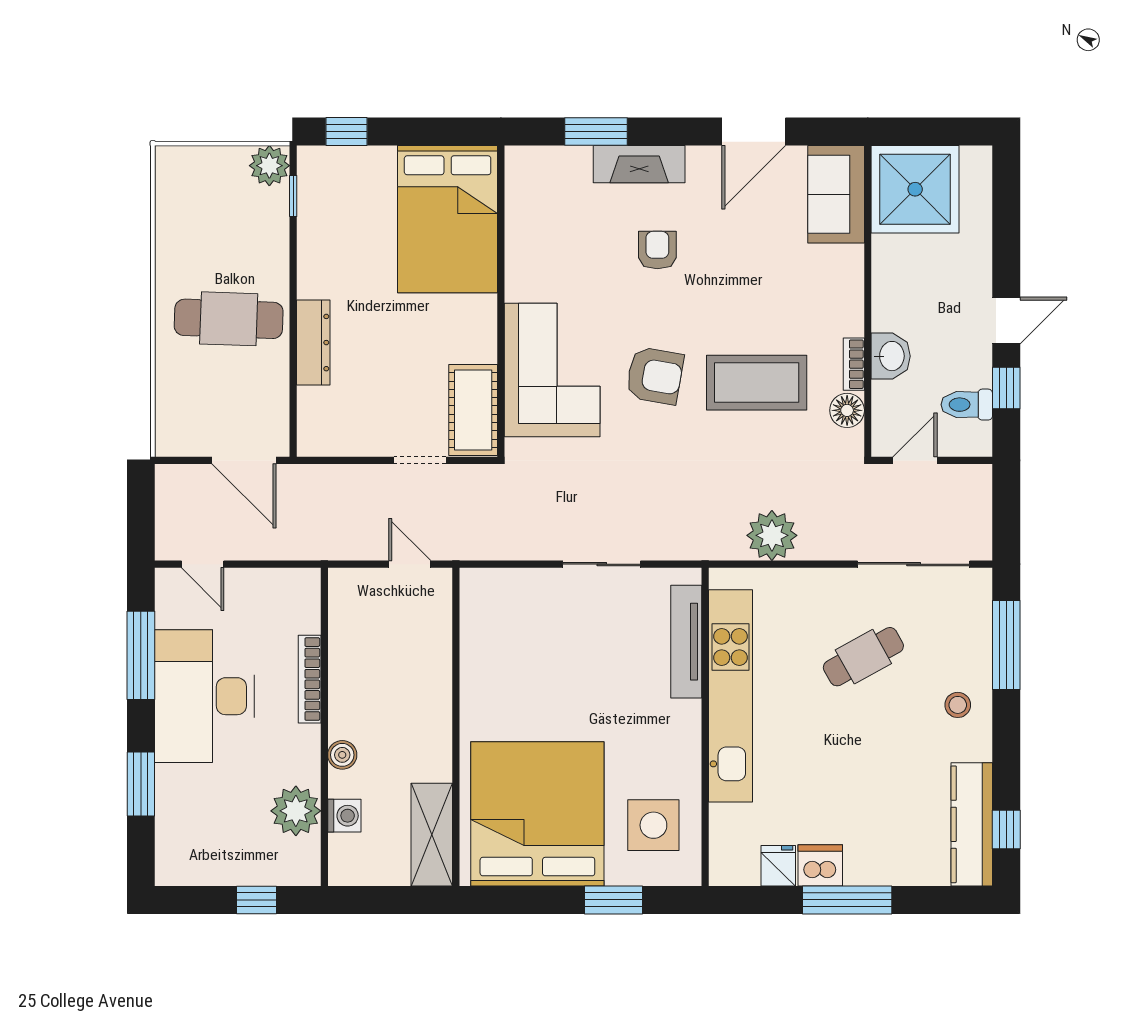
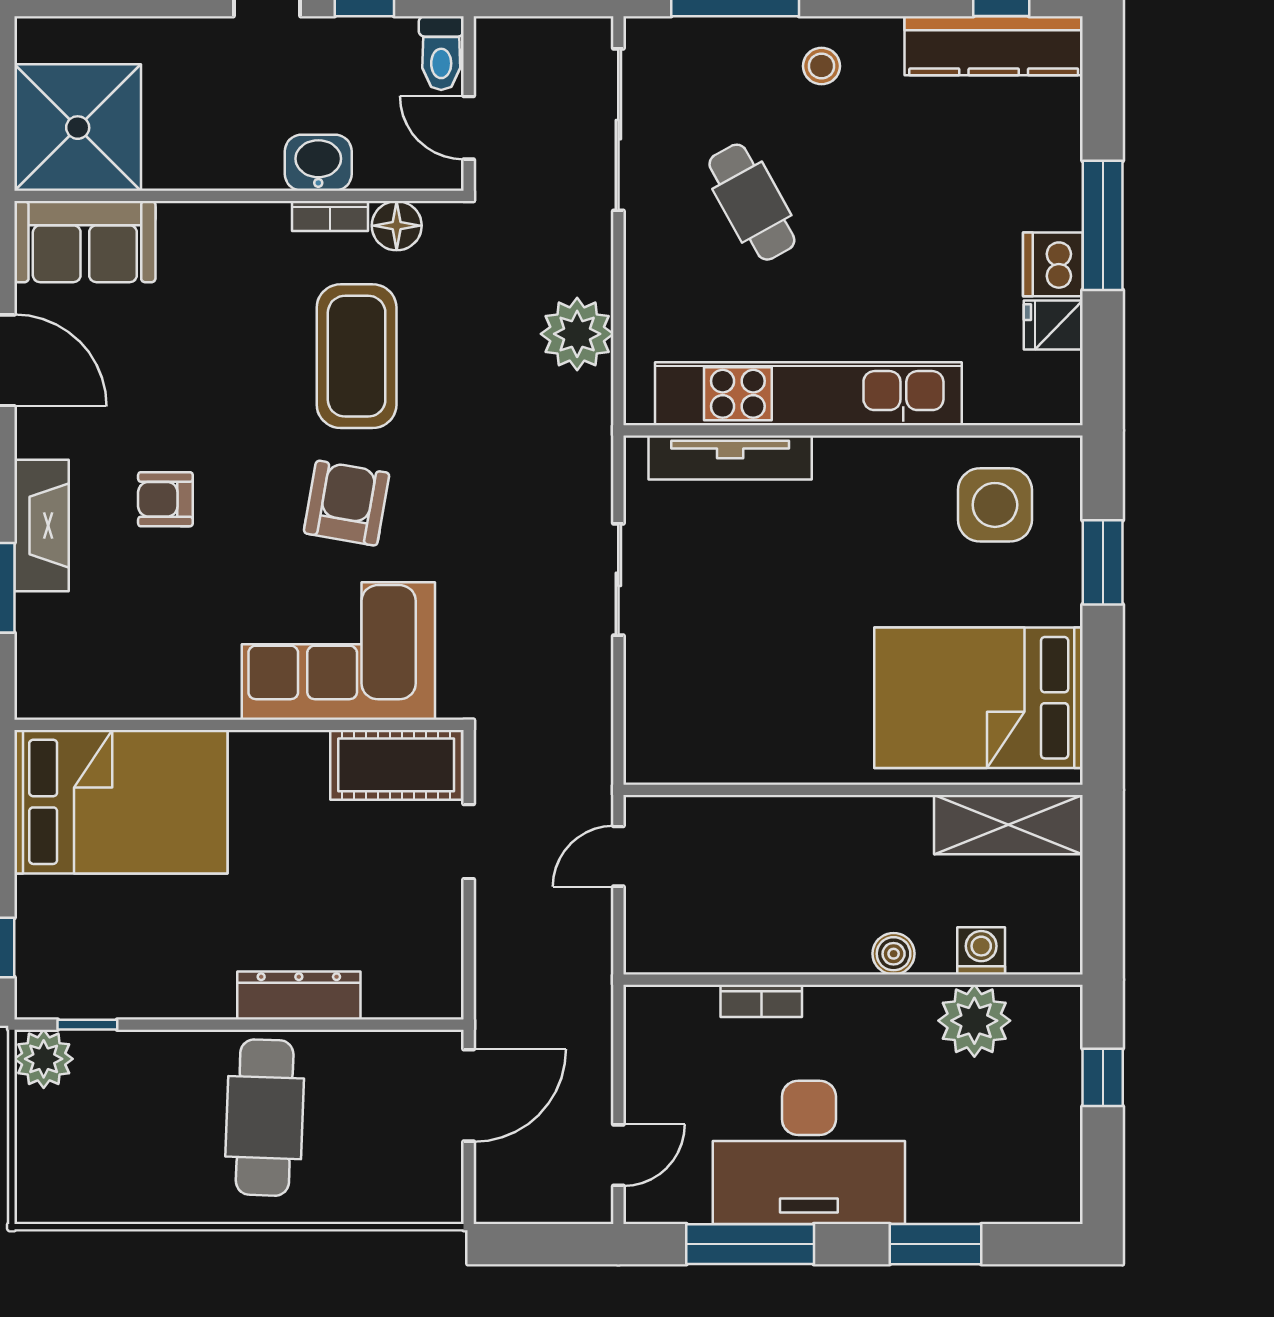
toilet: (967, 405) -> (441, 53), moved
bookcase: (310, 679) -> (761, 1001), width x0.64
bed: (537, 814) -> (979, 698), width x0.73

